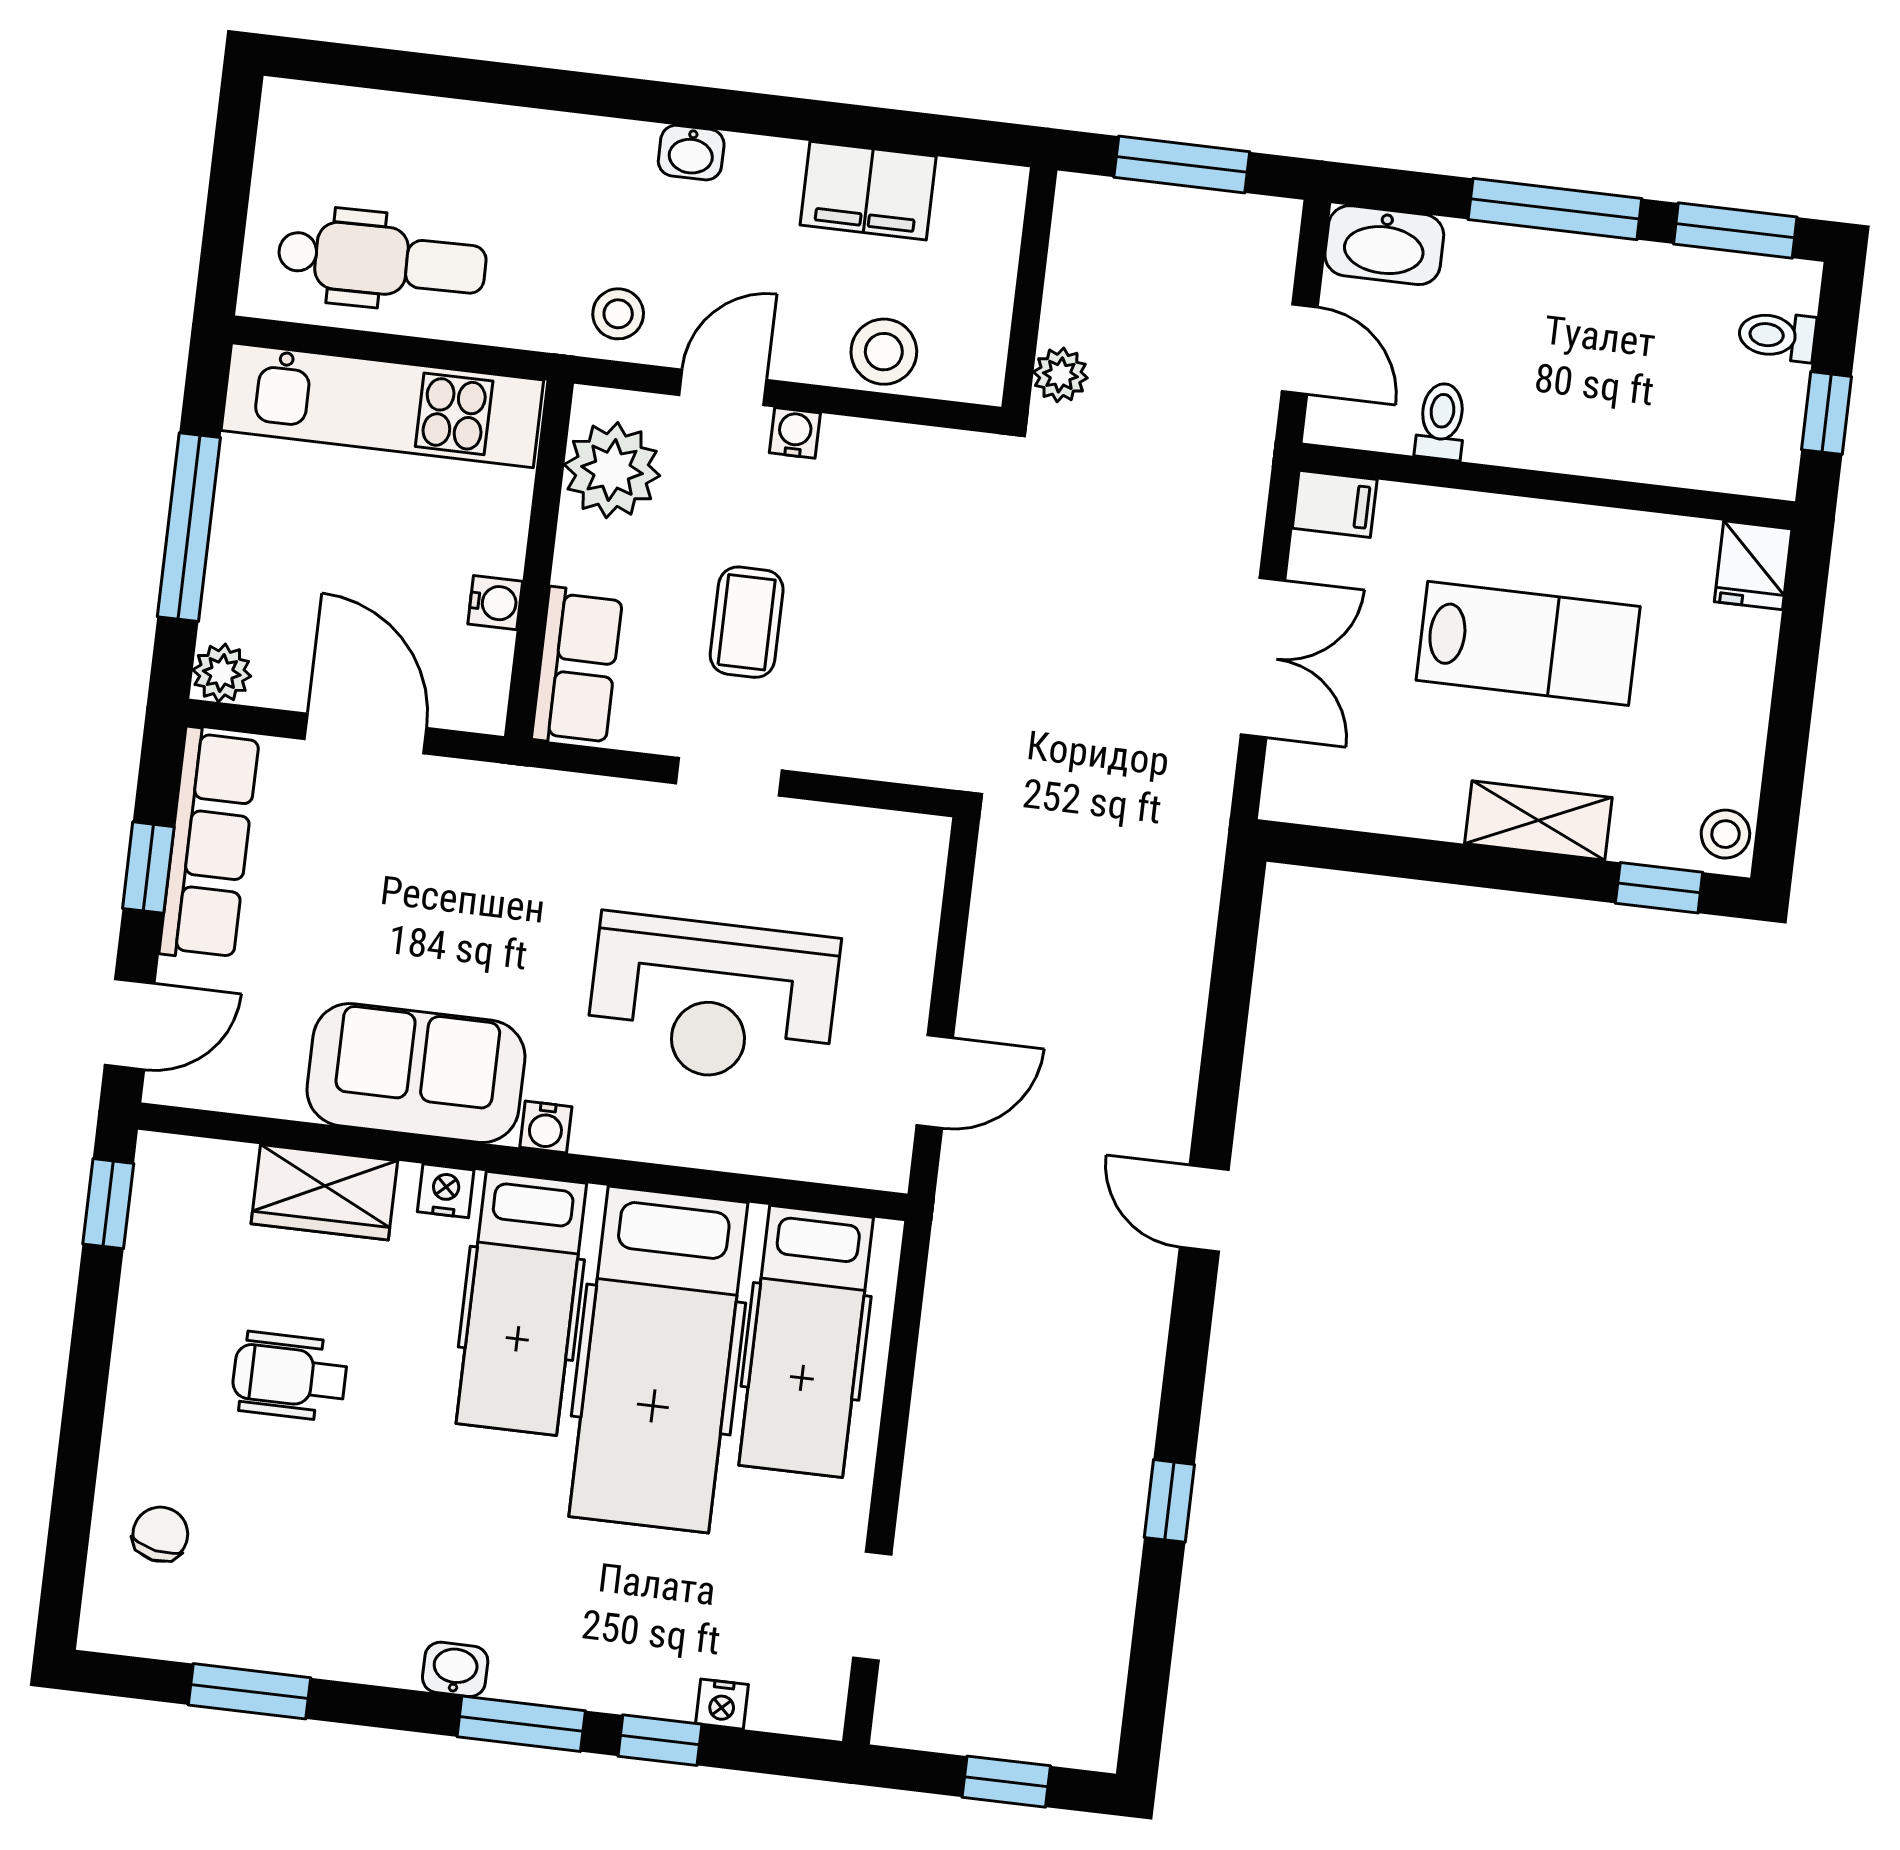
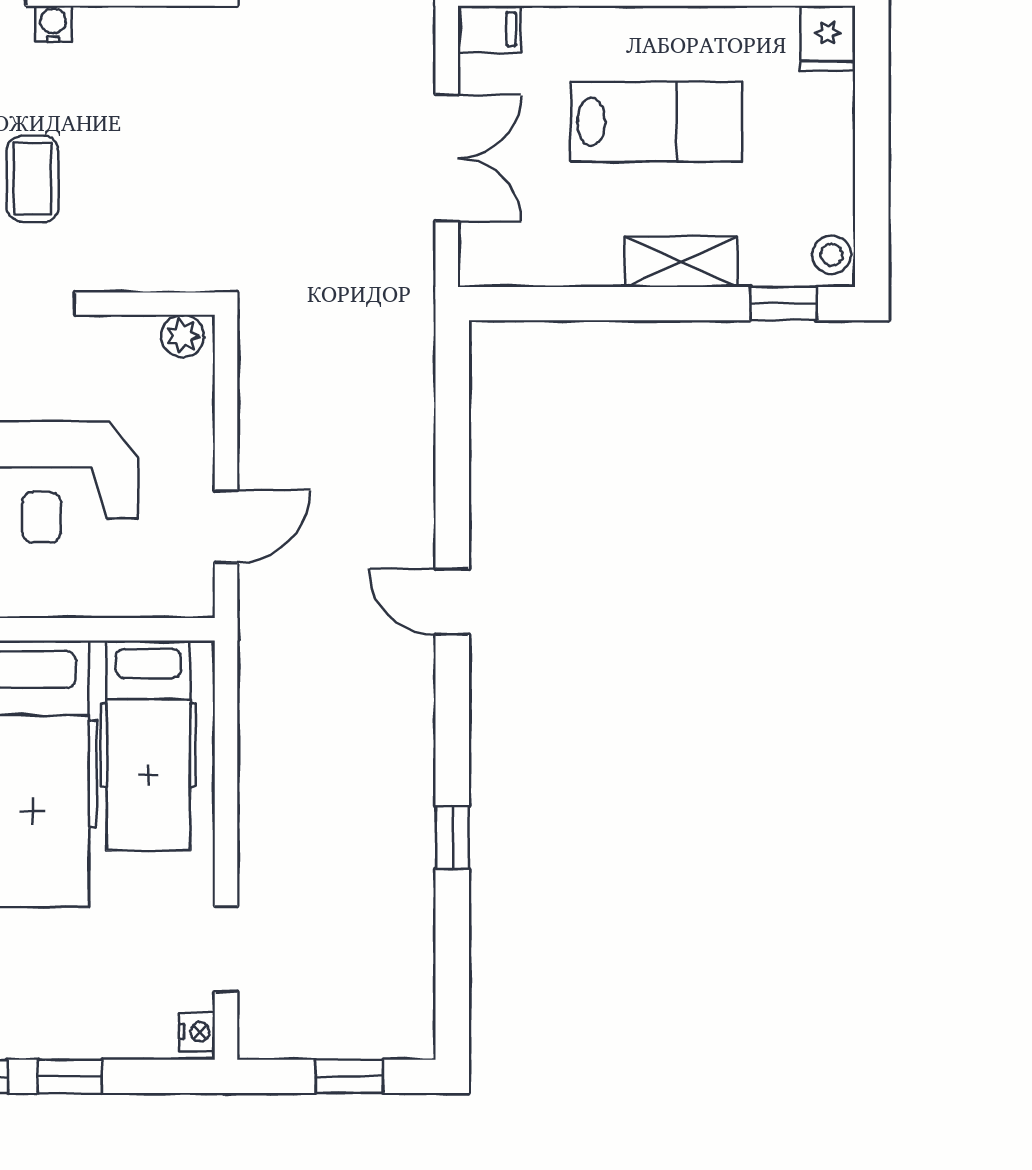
plant: (909, 839) -> (183, 336), added
nightstand: (722, 1704) -> (197, 1032), moved, turned -90

